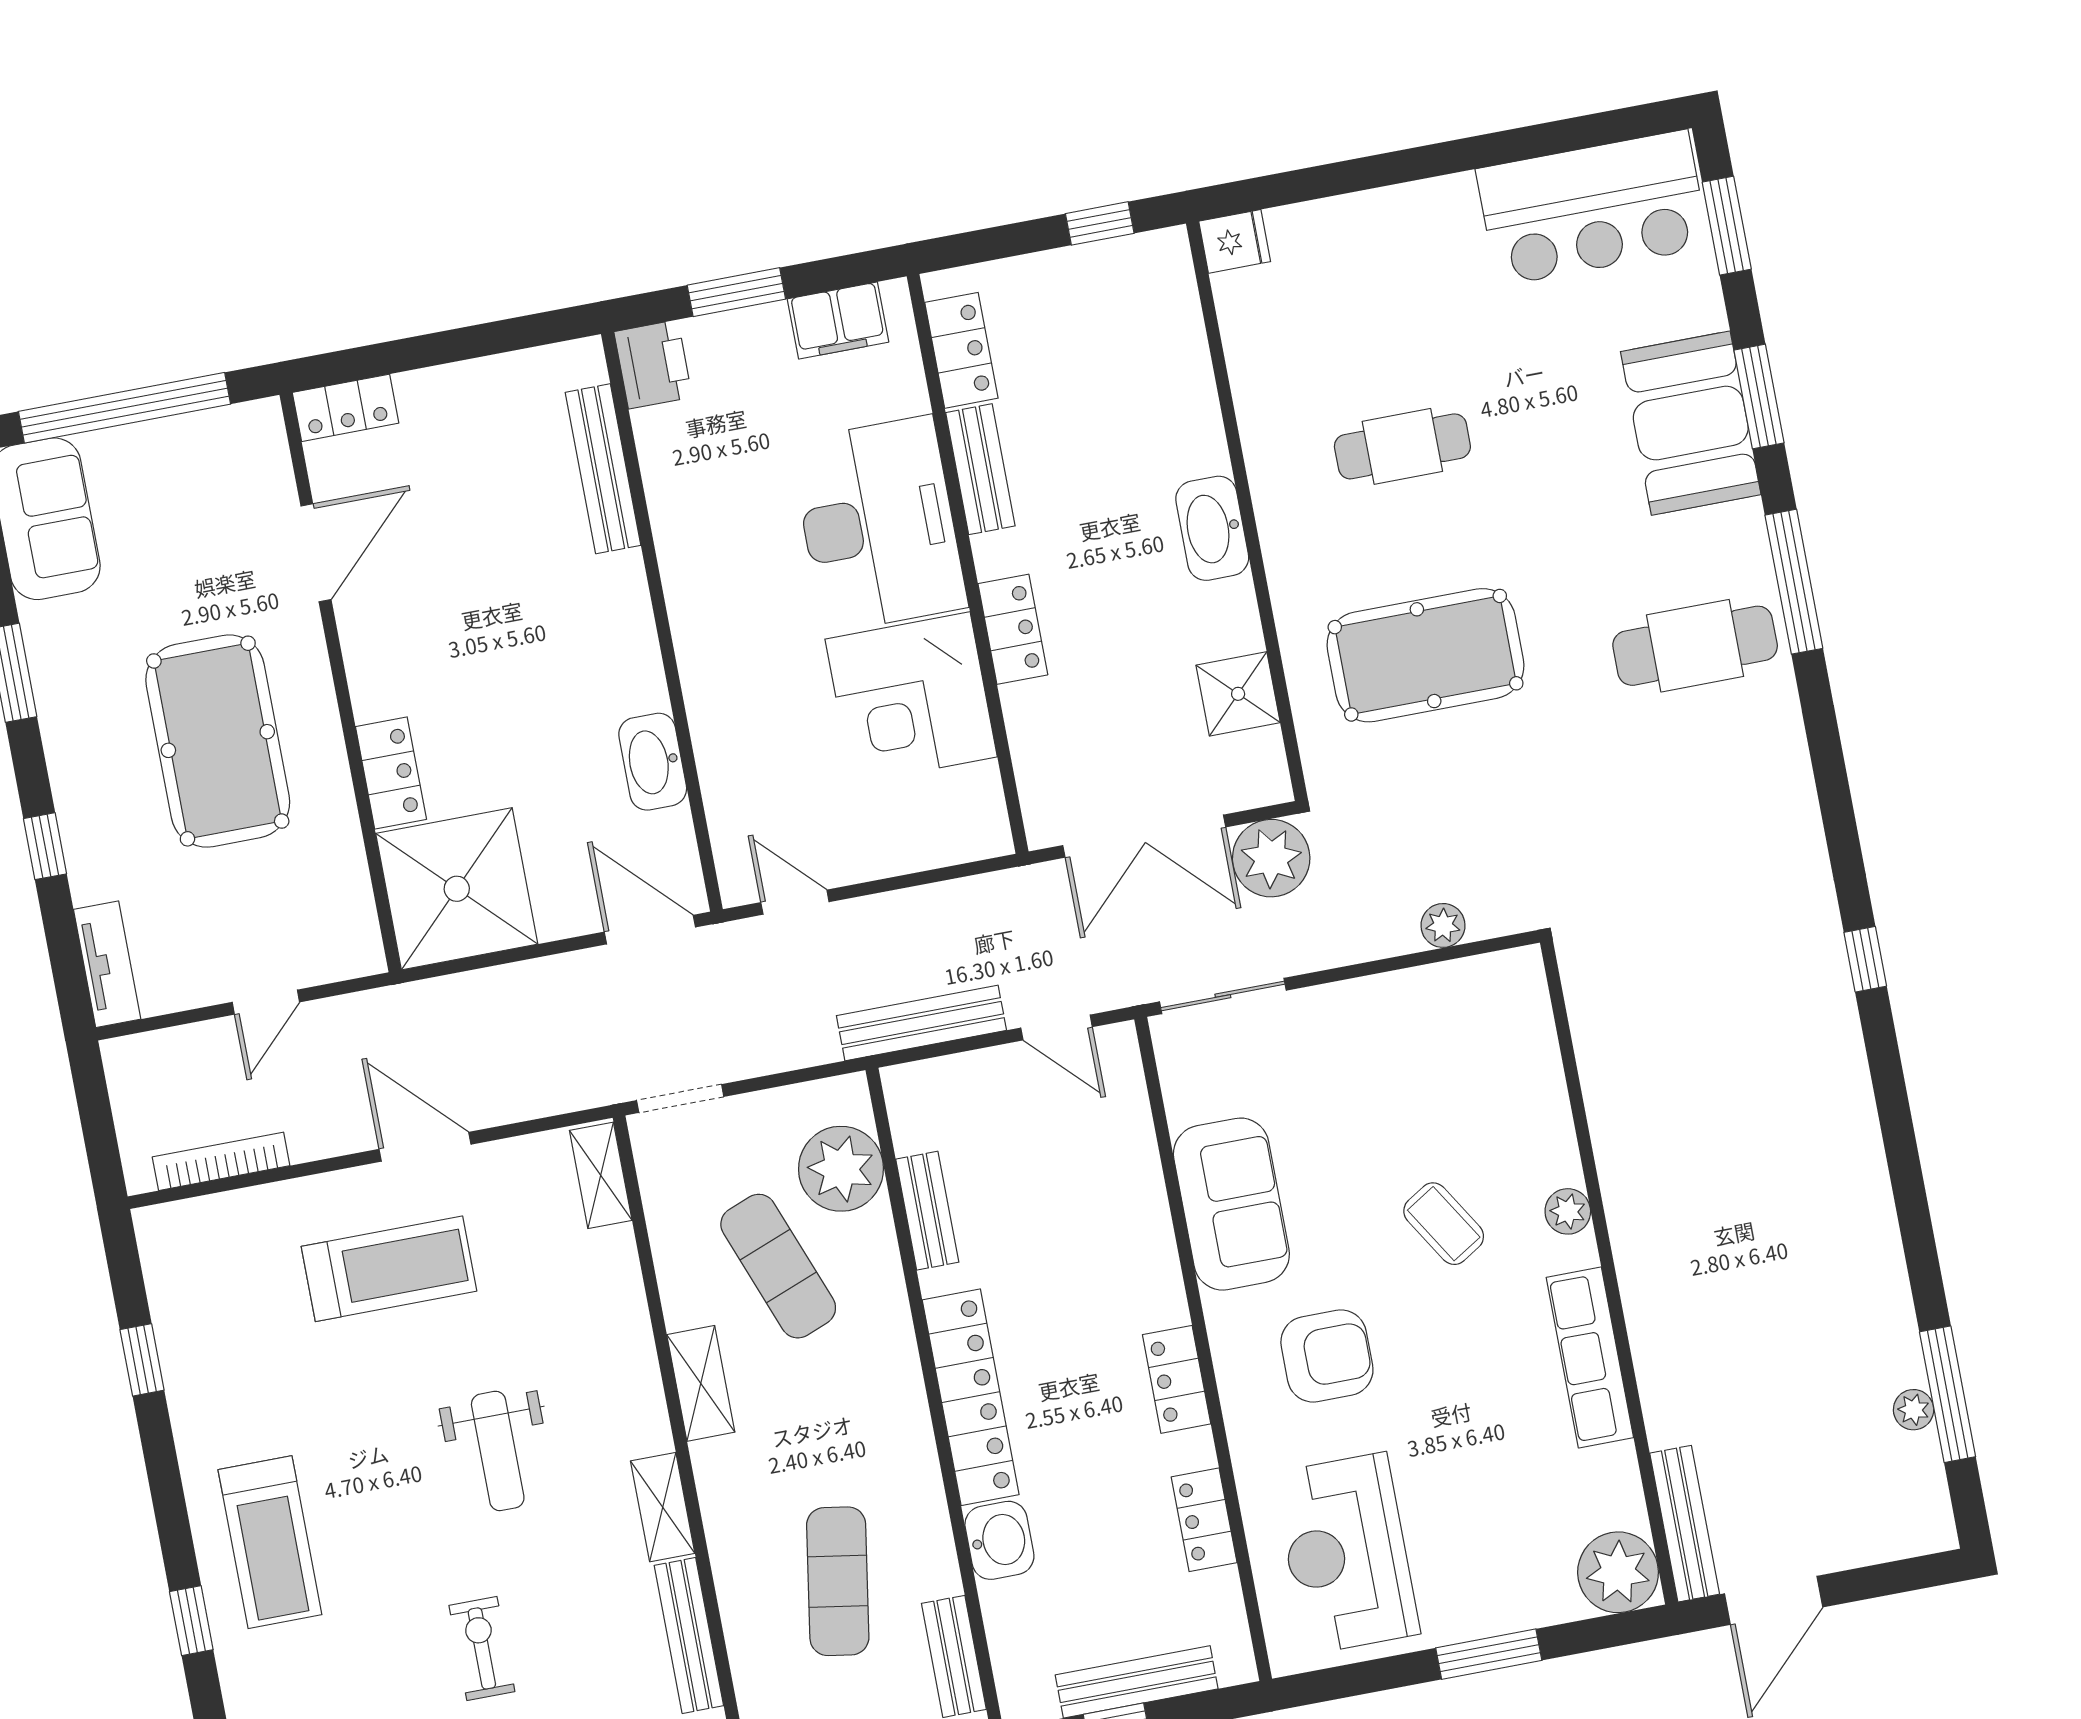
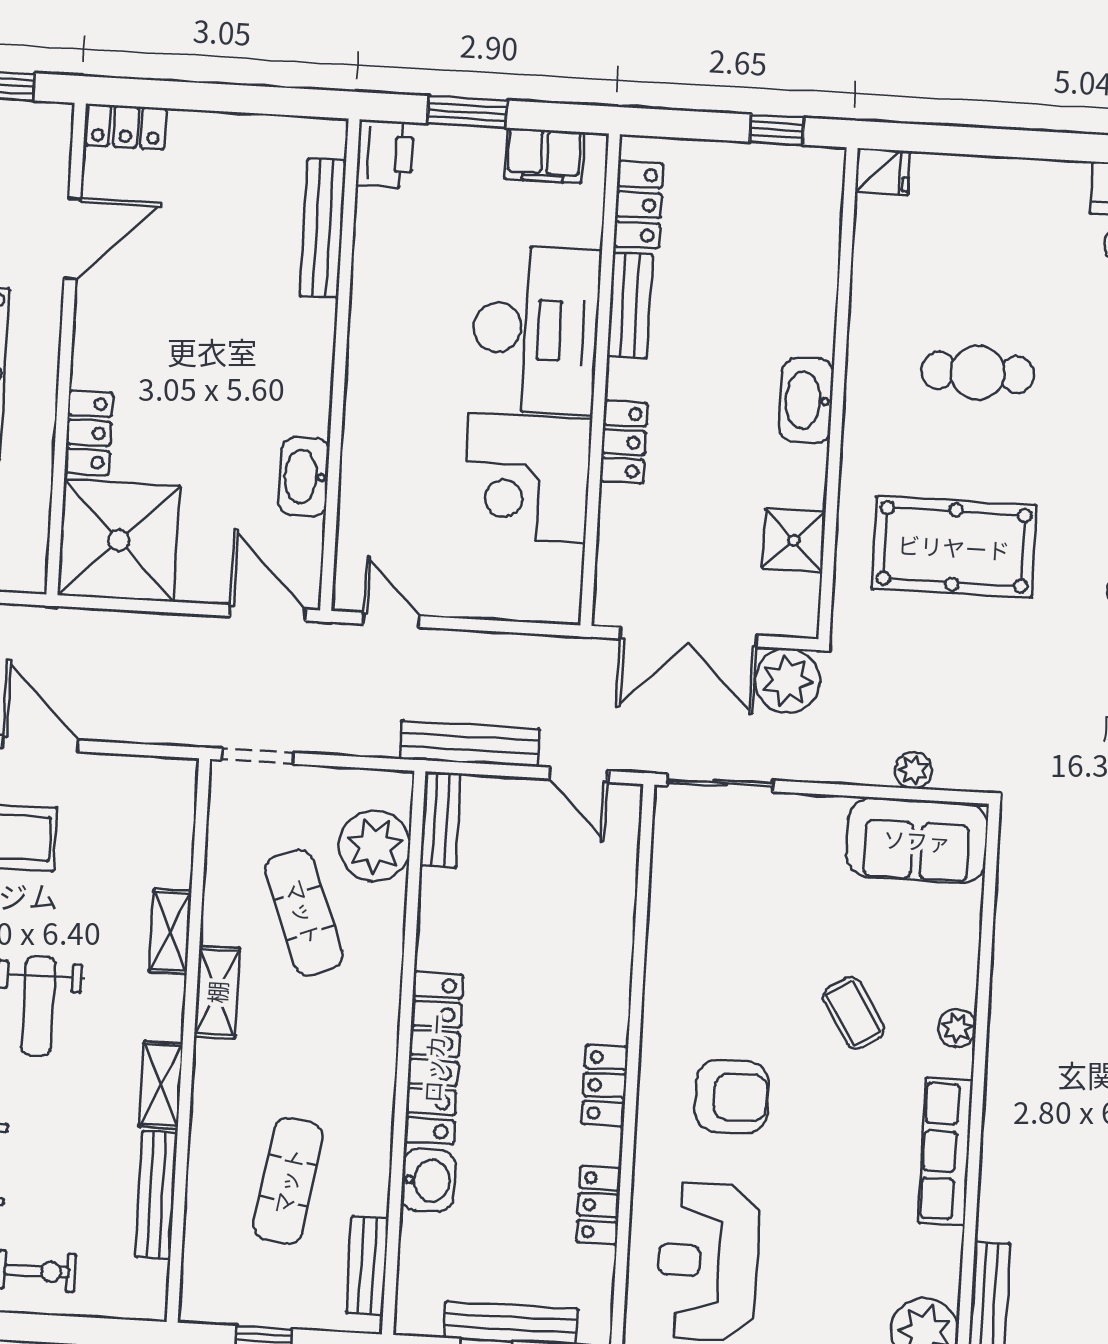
shelving: (601, 1175) -> (170, 932), moved
sofa: (1231, 1204) -> (917, 840), moved, turned 90
bench: (927, 1211) -> (441, 820), moved

